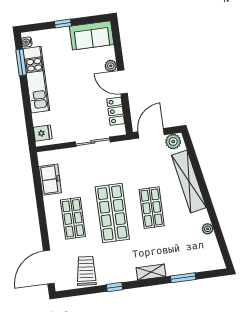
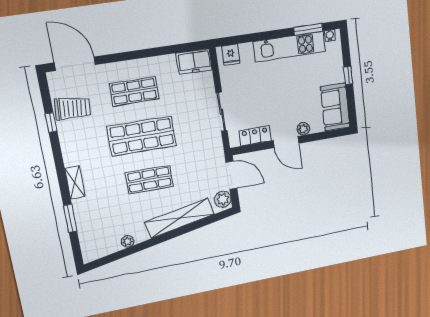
door: (122, 82) -> (286, 142), swing flipped
freezer: (50, 180) -> (194, 61), moved
window: (115, 287) -> (51, 122), moved

